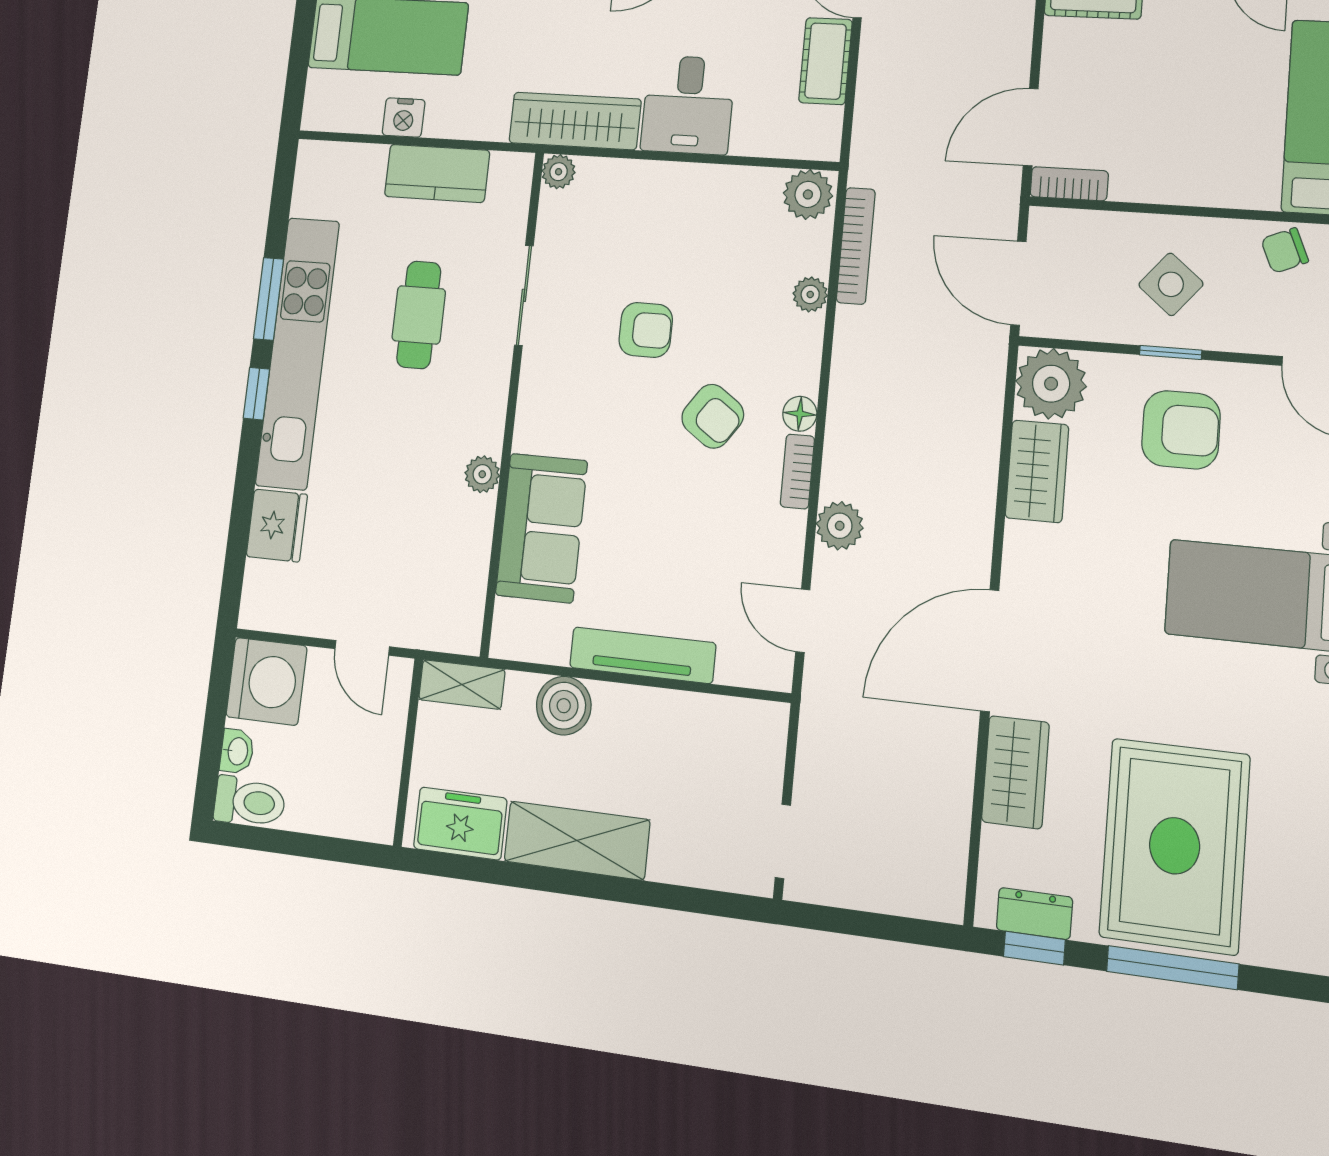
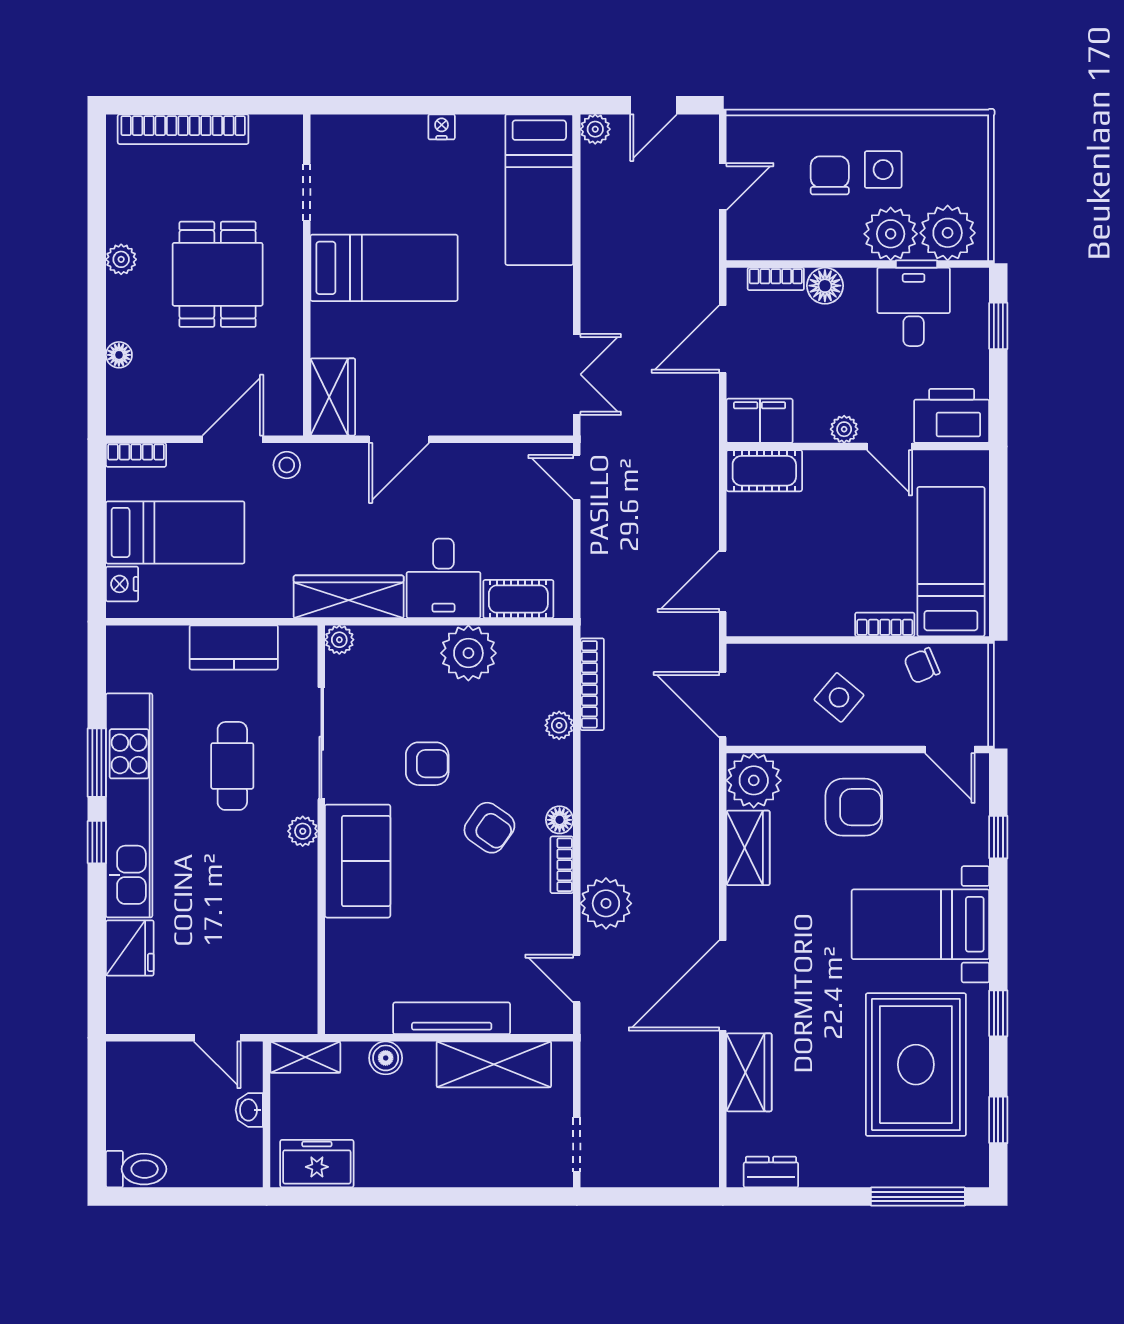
cot: (826, 61) -> (518, 599), moved, turned 90
nightstand: (404, 117) -> (122, 584), moved, turned 90
bookcase: (1069, 184) -> (885, 624), moved
plant: (808, 194) -> (468, 653), moved, width x1.36, depth x1.36
sliding door: (524, 295) -> (321, 743), width x1.37
window: (1171, 353) -> (842, 749), removed
plant: (482, 474) -> (303, 831), moved
plant: (840, 526) -> (606, 903), width x1.36, depth x1.36
sofa: (541, 528) -> (358, 861), moved
washing machine: (266, 681) -> (138, 1073), removed
boiler: (564, 706) -> (386, 1058), width x0.73, depth x0.73
washbasin: (237, 751) -> (249, 1110), moved, turned 180
shelving: (577, 841) -> (494, 1064), moved
rug: (1175, 846) -> (916, 1065), moved
window: (1034, 948) -> (773, 1197), removed
window: (1172, 968) -> (918, 1197), moved

